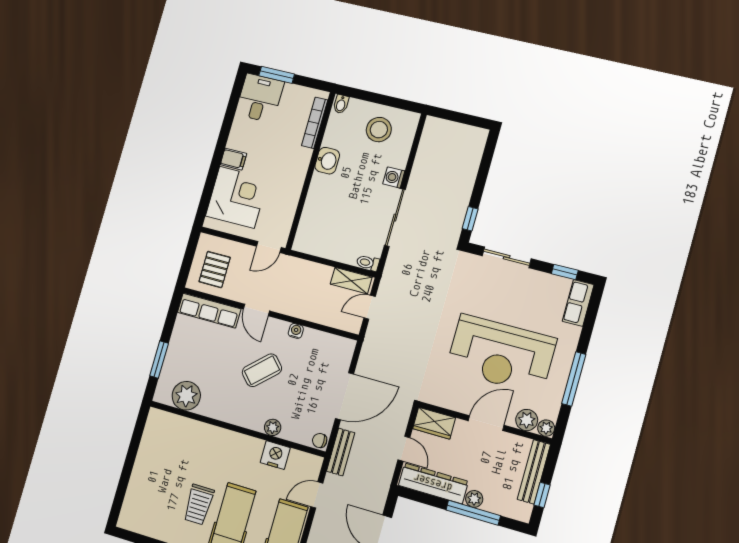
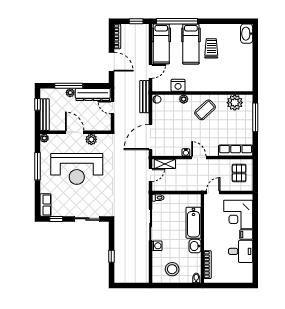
window: (277, 75) -> (236, 286), removed
desk: (260, 98) -> (241, 251), moved, turned -90
bathtub: (318, 202) -> (193, 223), added
window: (470, 219) -> (111, 256), moved
shelving: (351, 281) -> (165, 164), moved
door: (256, 310) -> (199, 158), moved
reception desk: (501, 354) -> (77, 169), turned 180
window: (159, 360) -> (255, 117), width x1.44
coffee table: (262, 370) -> (205, 110), moved
door: (344, 396) -> (151, 137), moved
plant: (527, 420) -> (91, 139), moved
wardrobe: (434, 423) -> (101, 125), removed
door: (486, 423) -> (75, 132), swing flipped
bench: (341, 452) -> (144, 97), width x1.36
washbasin: (131, 512) -> (247, 34), added

